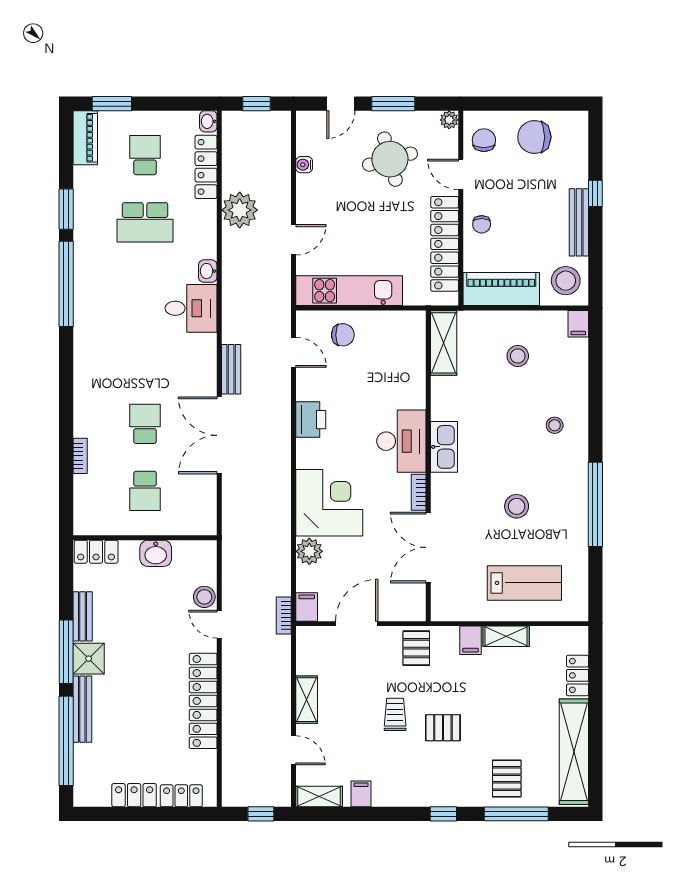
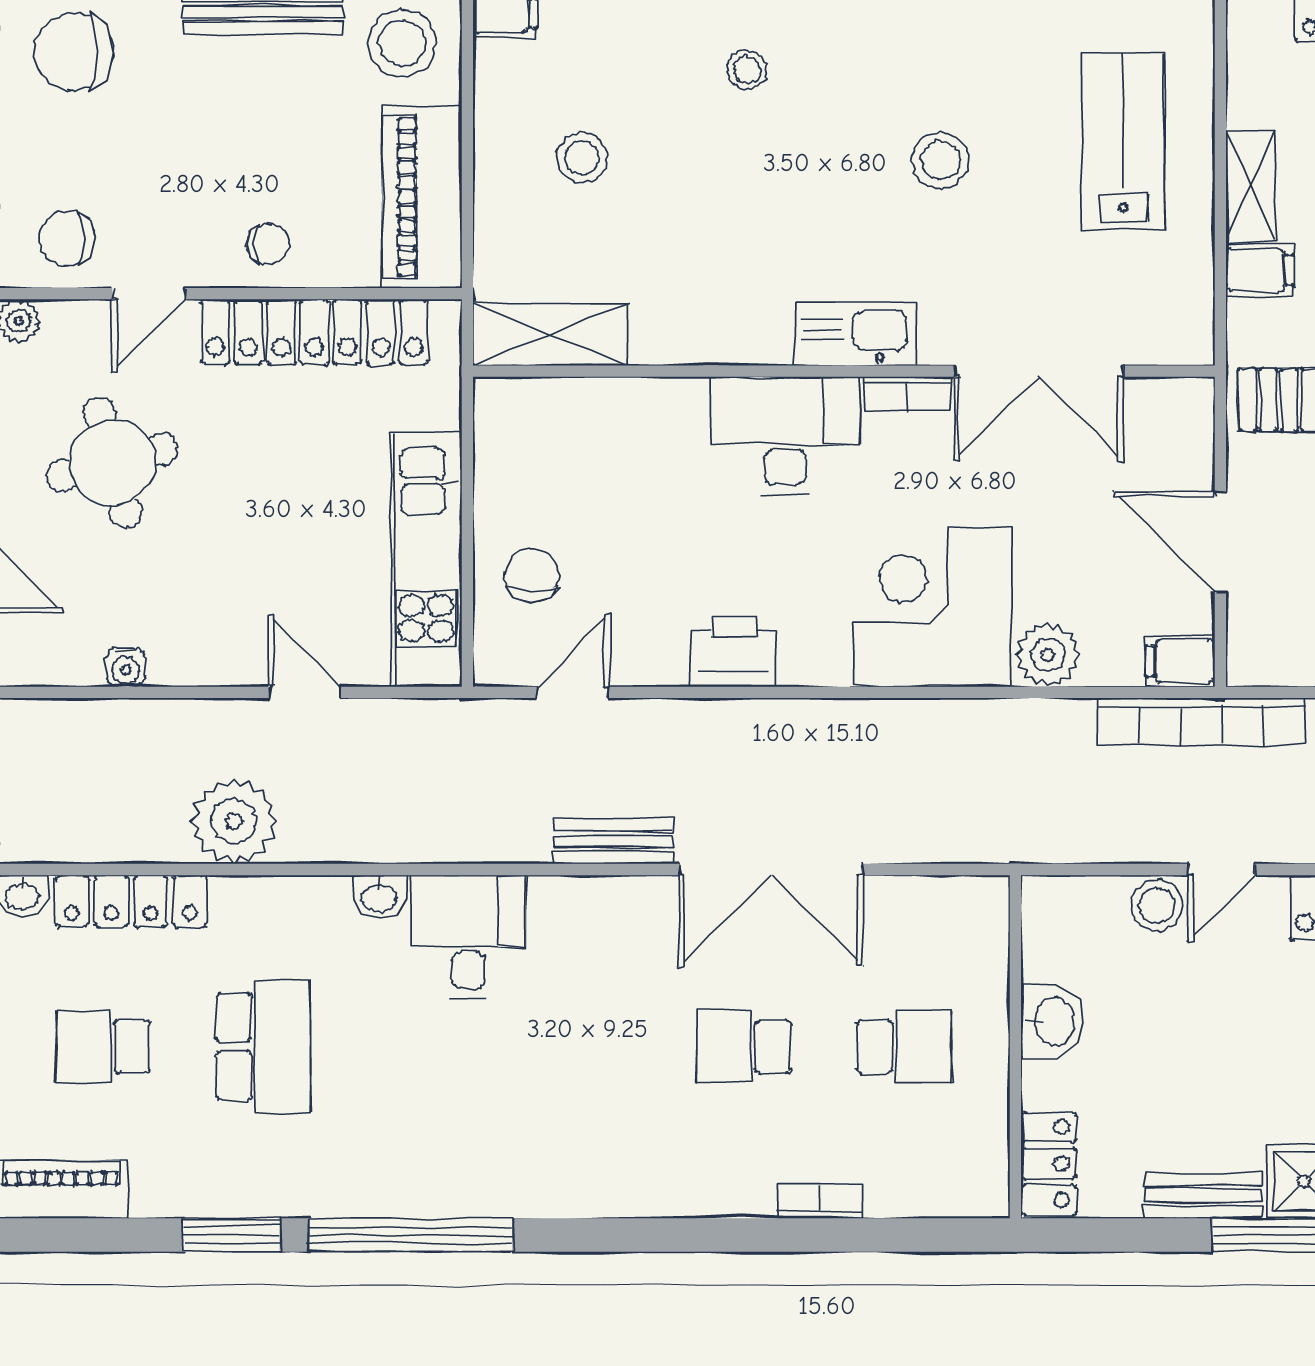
chair: (534, 137) -> (74, 52), moved, turned 90
kitchen sink: (444, 447) -> (856, 334), moved
bookcase: (284, 616) -> (1201, 721), width x2.31, depth x1.31

